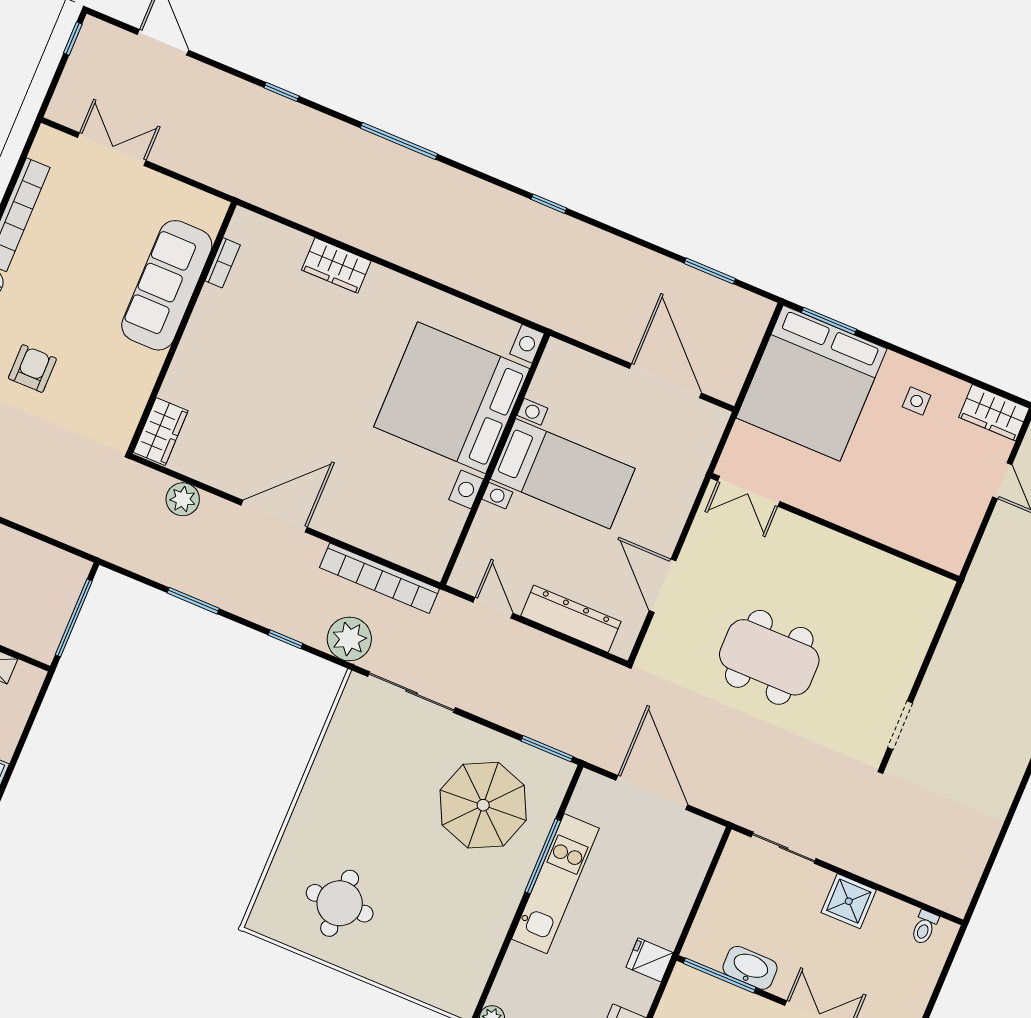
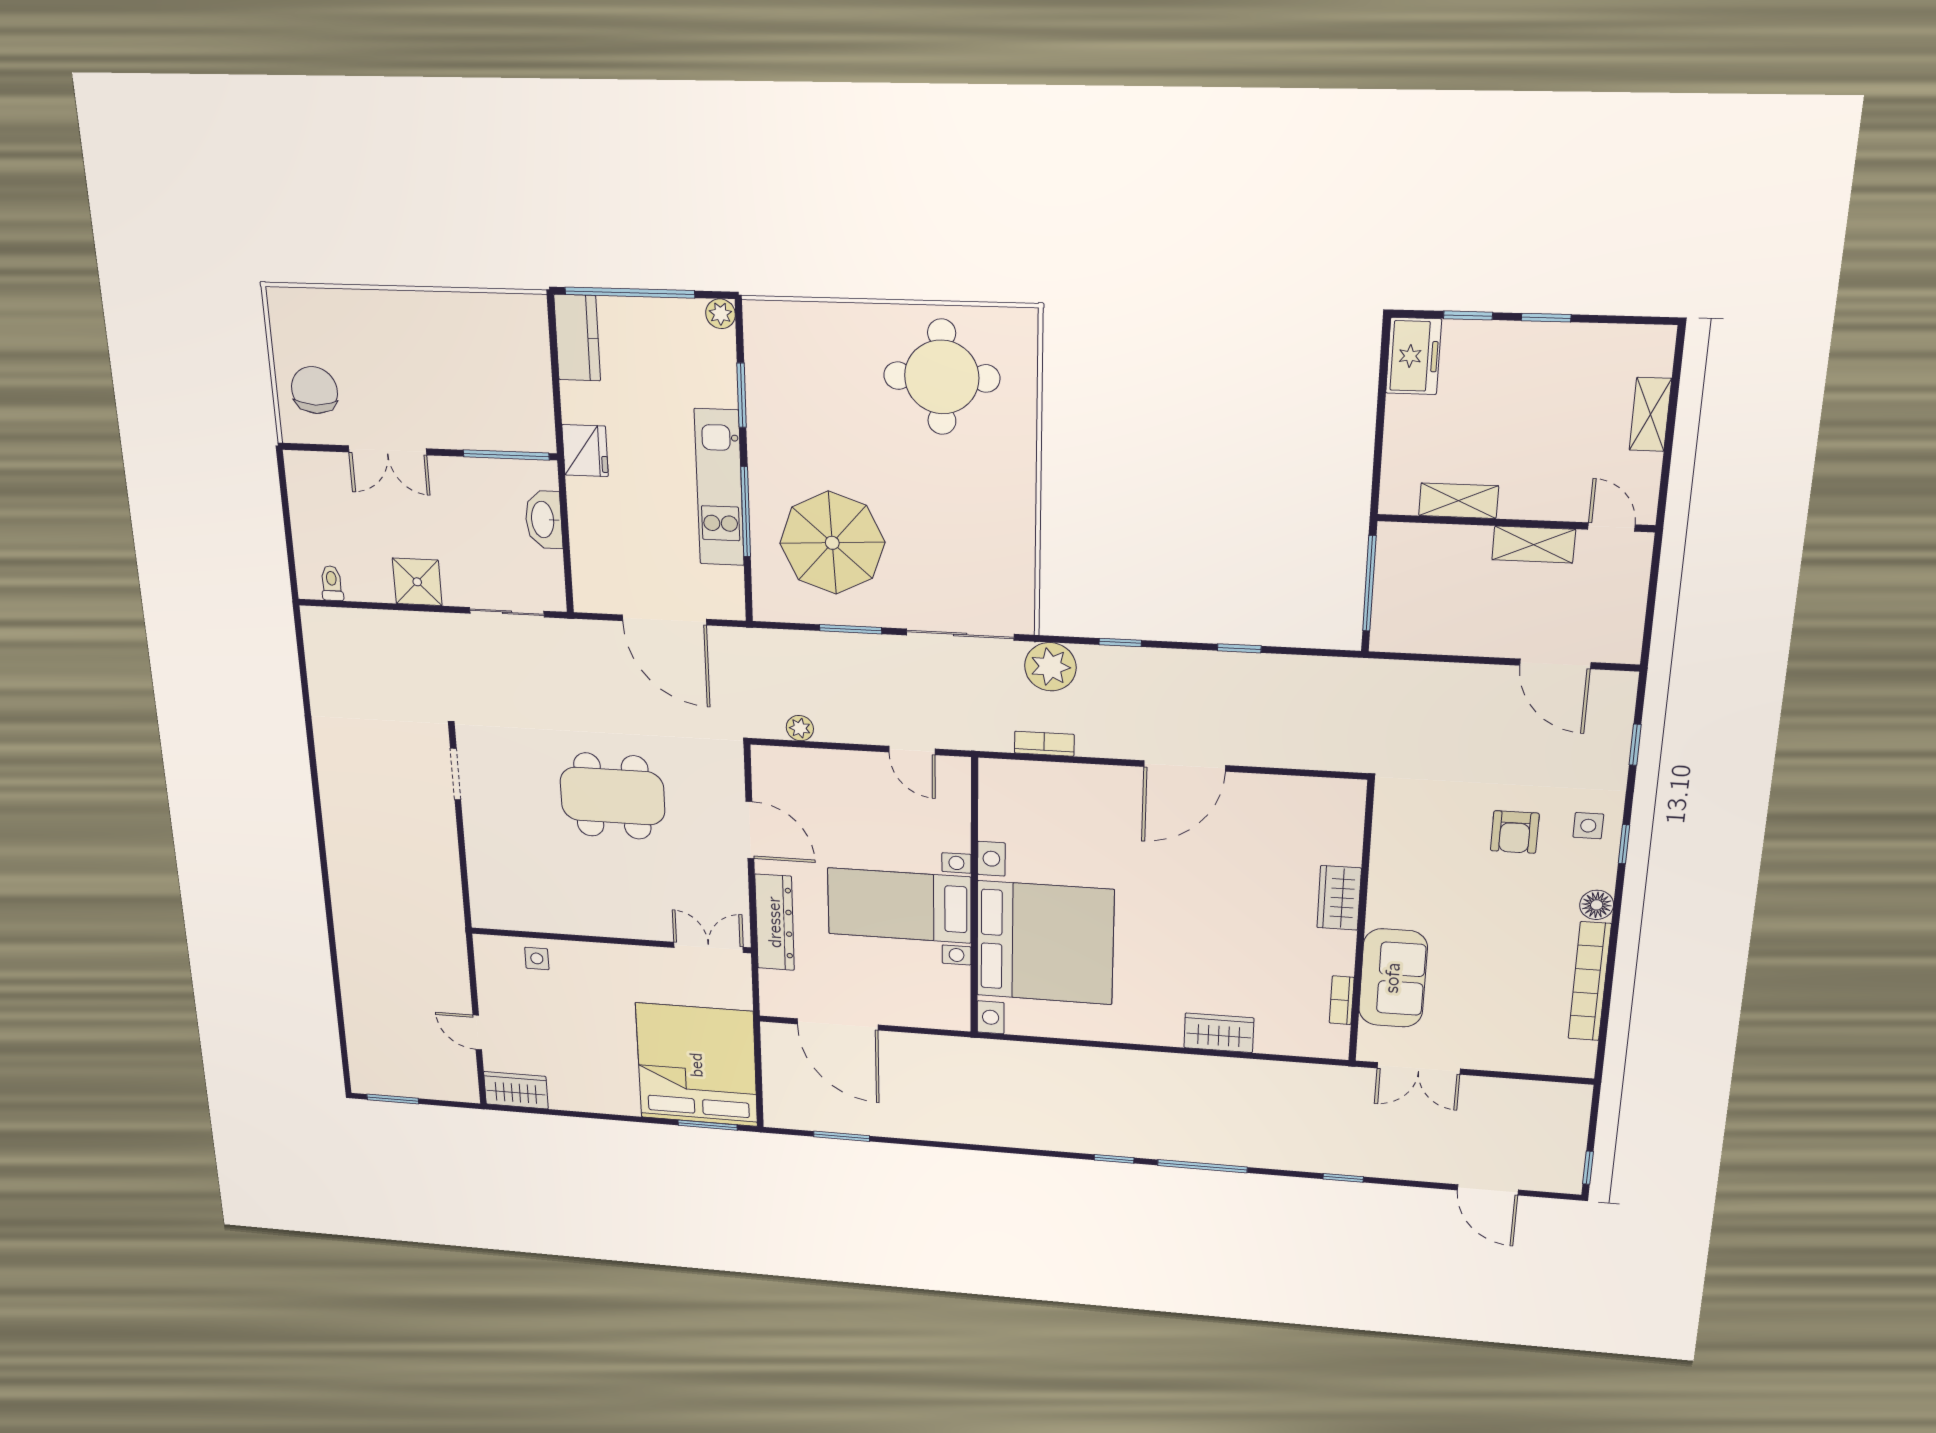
double door: (112, 149) -> (1419, 1068), moved
window: (549, 204) -> (1114, 1159), moved
sofa: (167, 285) -> (1393, 978), width x0.73
side table: (917, 401) -> (537, 958), moved
wardrobe: (161, 432) -> (1339, 898), moved
plant: (183, 499) -> (800, 728), moved, width x0.73, depth x0.73
bookcase: (379, 578) -> (1044, 744), width x0.43, depth x0.76
window: (193, 601) -> (1239, 648), width x0.67
dresser: (571, 619) -> (775, 922), moved, turned -90
window: (547, 749) -> (851, 629), moved
round table: (340, 903) -> (942, 377), width x1.36, depth x1.36
window: (504, 949) -> (742, 395), added
fridge: (650, 960) -> (585, 451), width x1.38
washbasin: (750, 968) -> (544, 520), moved, turned 90

